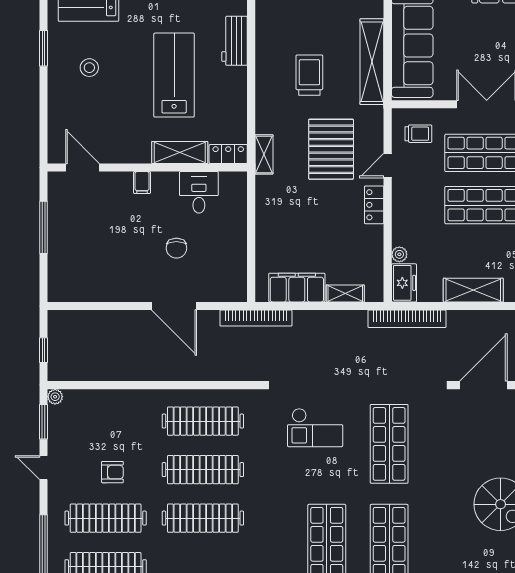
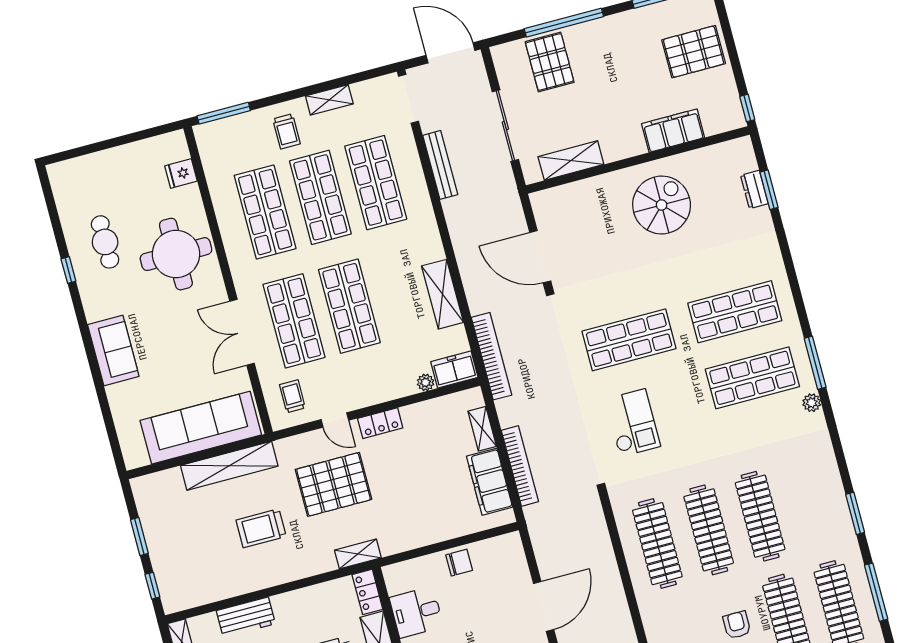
chair: (176, 248) -> (459, 563), moved
bookcase: (256, 318) -> (520, 466), moved

